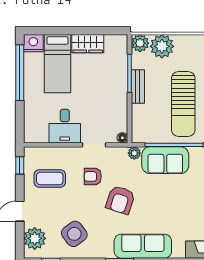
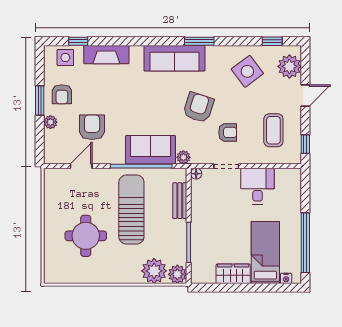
nightstand: (33, 43) -> (286, 278), width x0.53, depth x0.56
bench: (138, 87) -> (180, 201), moved
coffee table: (50, 178) -> (273, 130), turned 90

